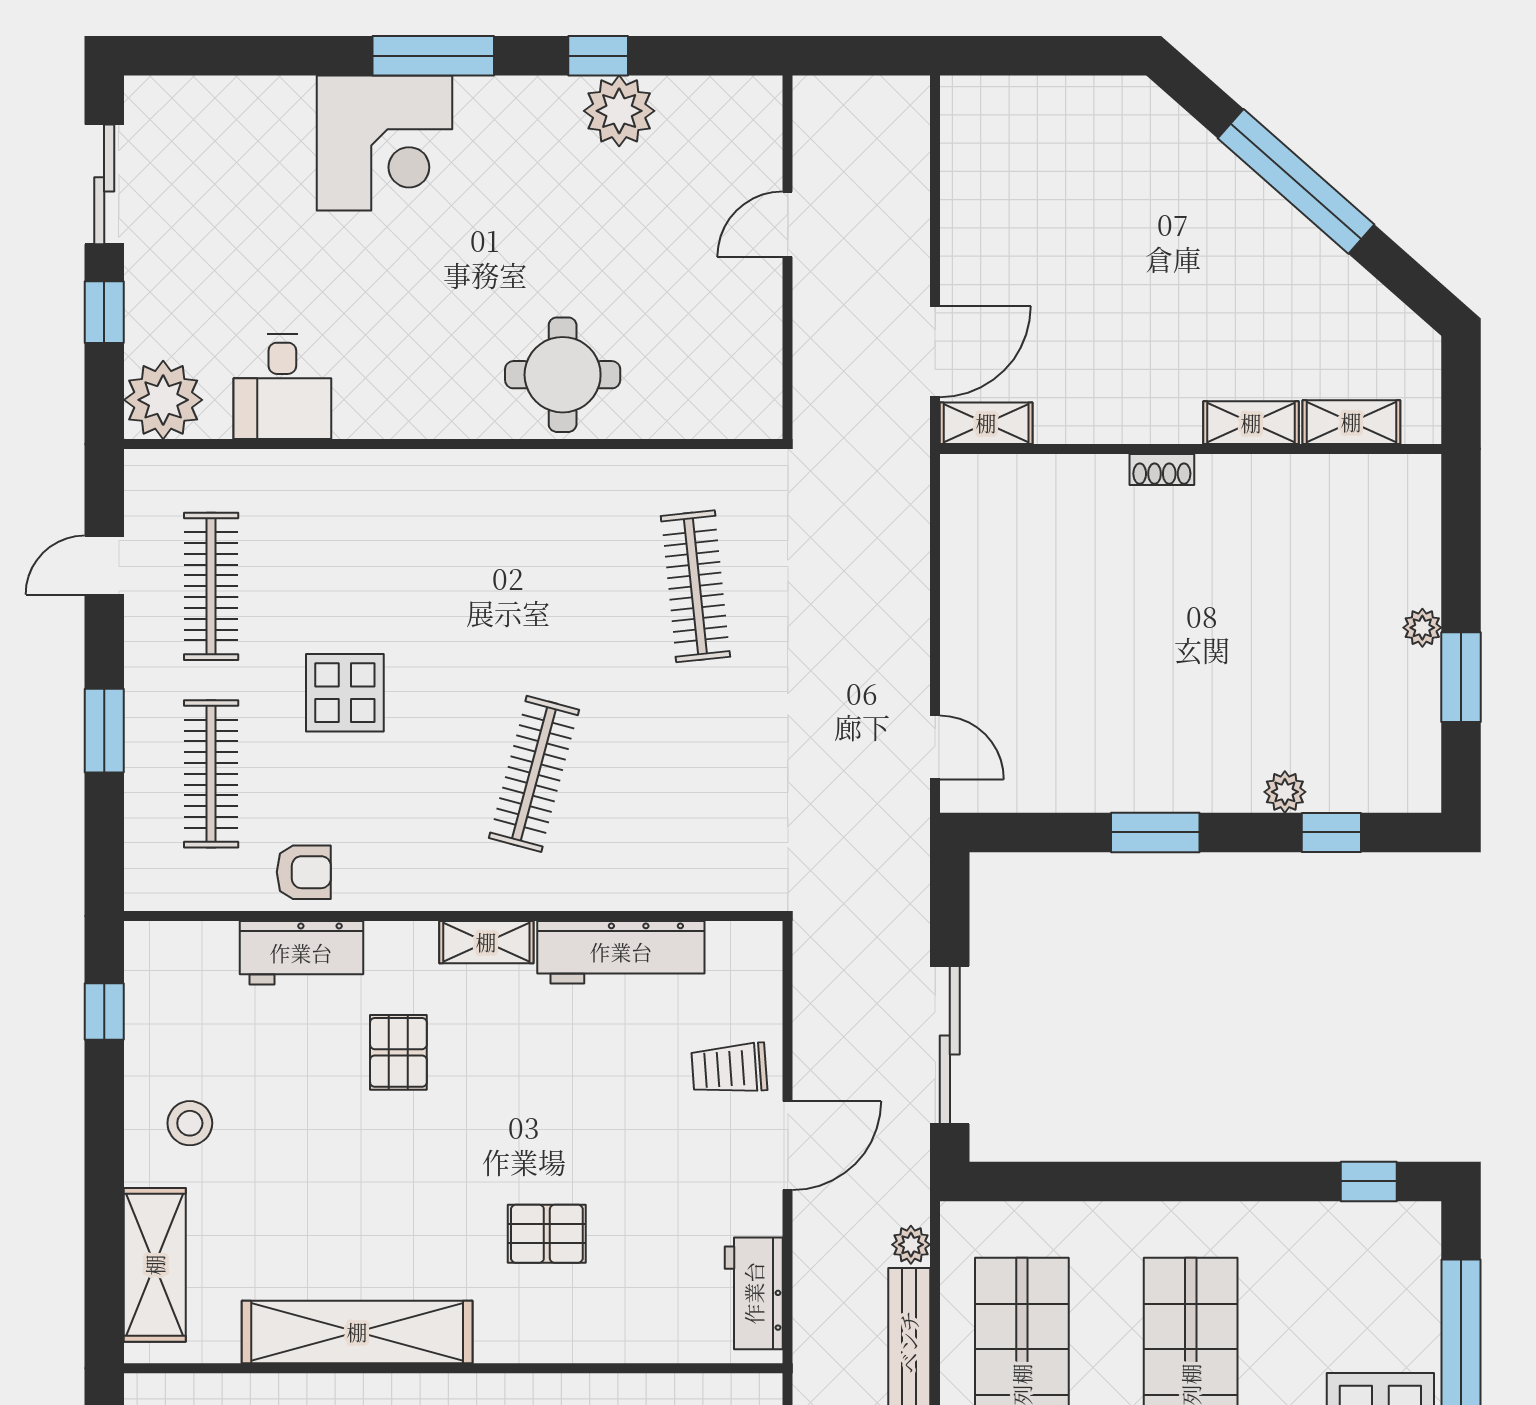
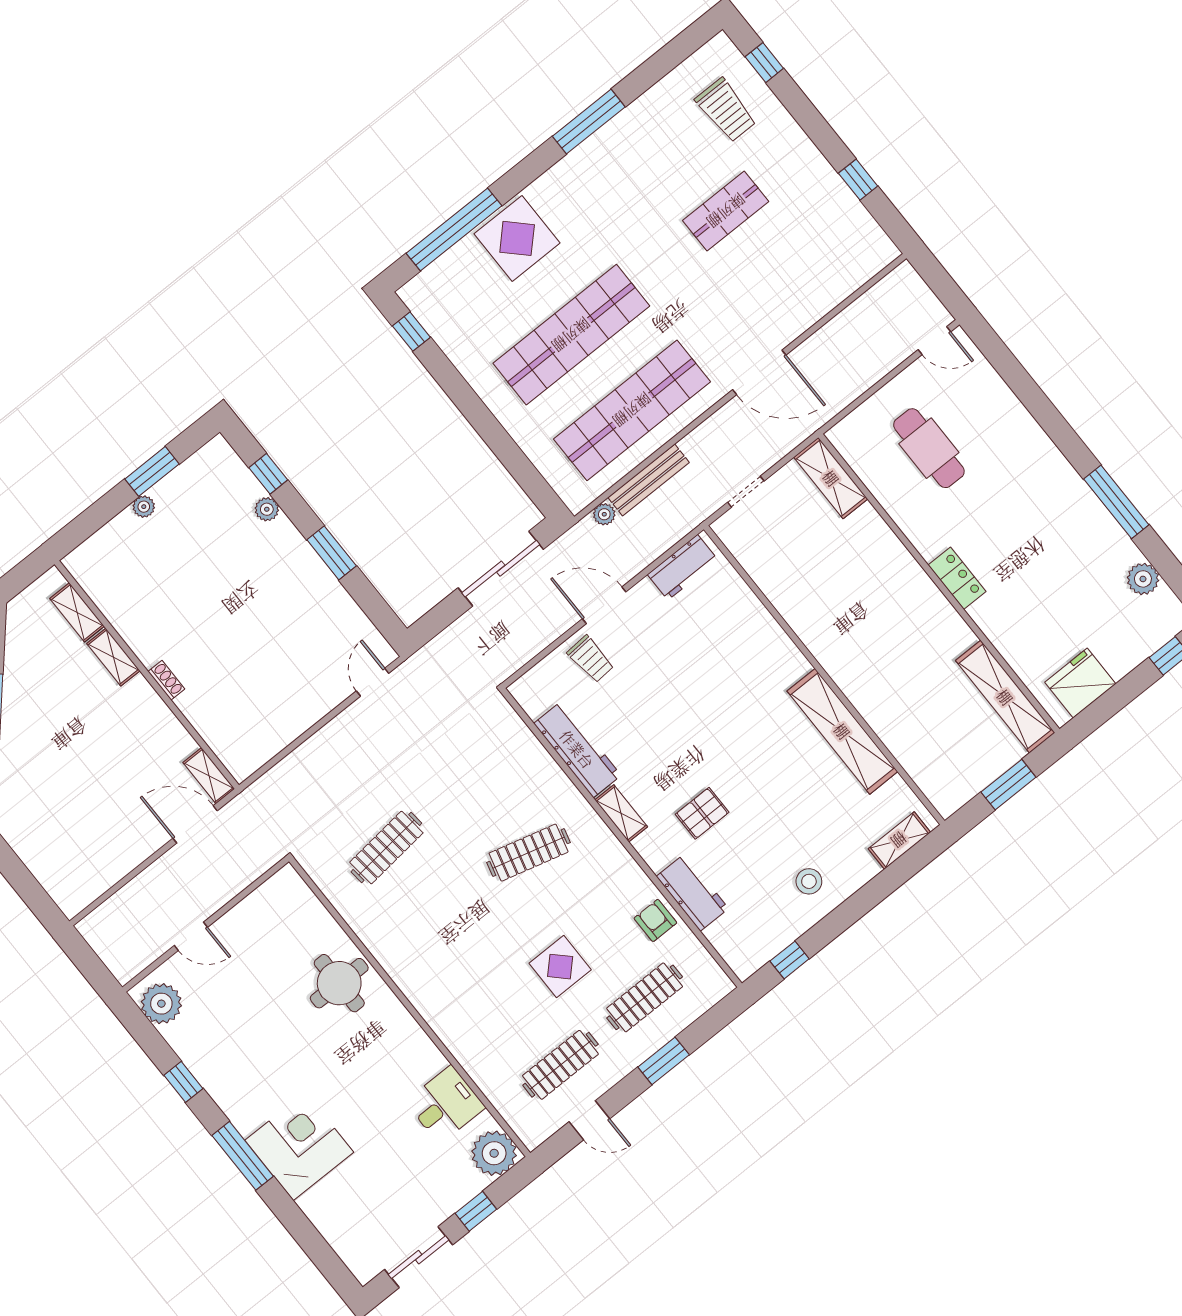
plant: (619, 111) -> (161, 1004), moved
pallet: (547, 1234) -> (730, 681), removed
shelving: (155, 1265) -> (899, 840), width x0.67, depth x0.75

